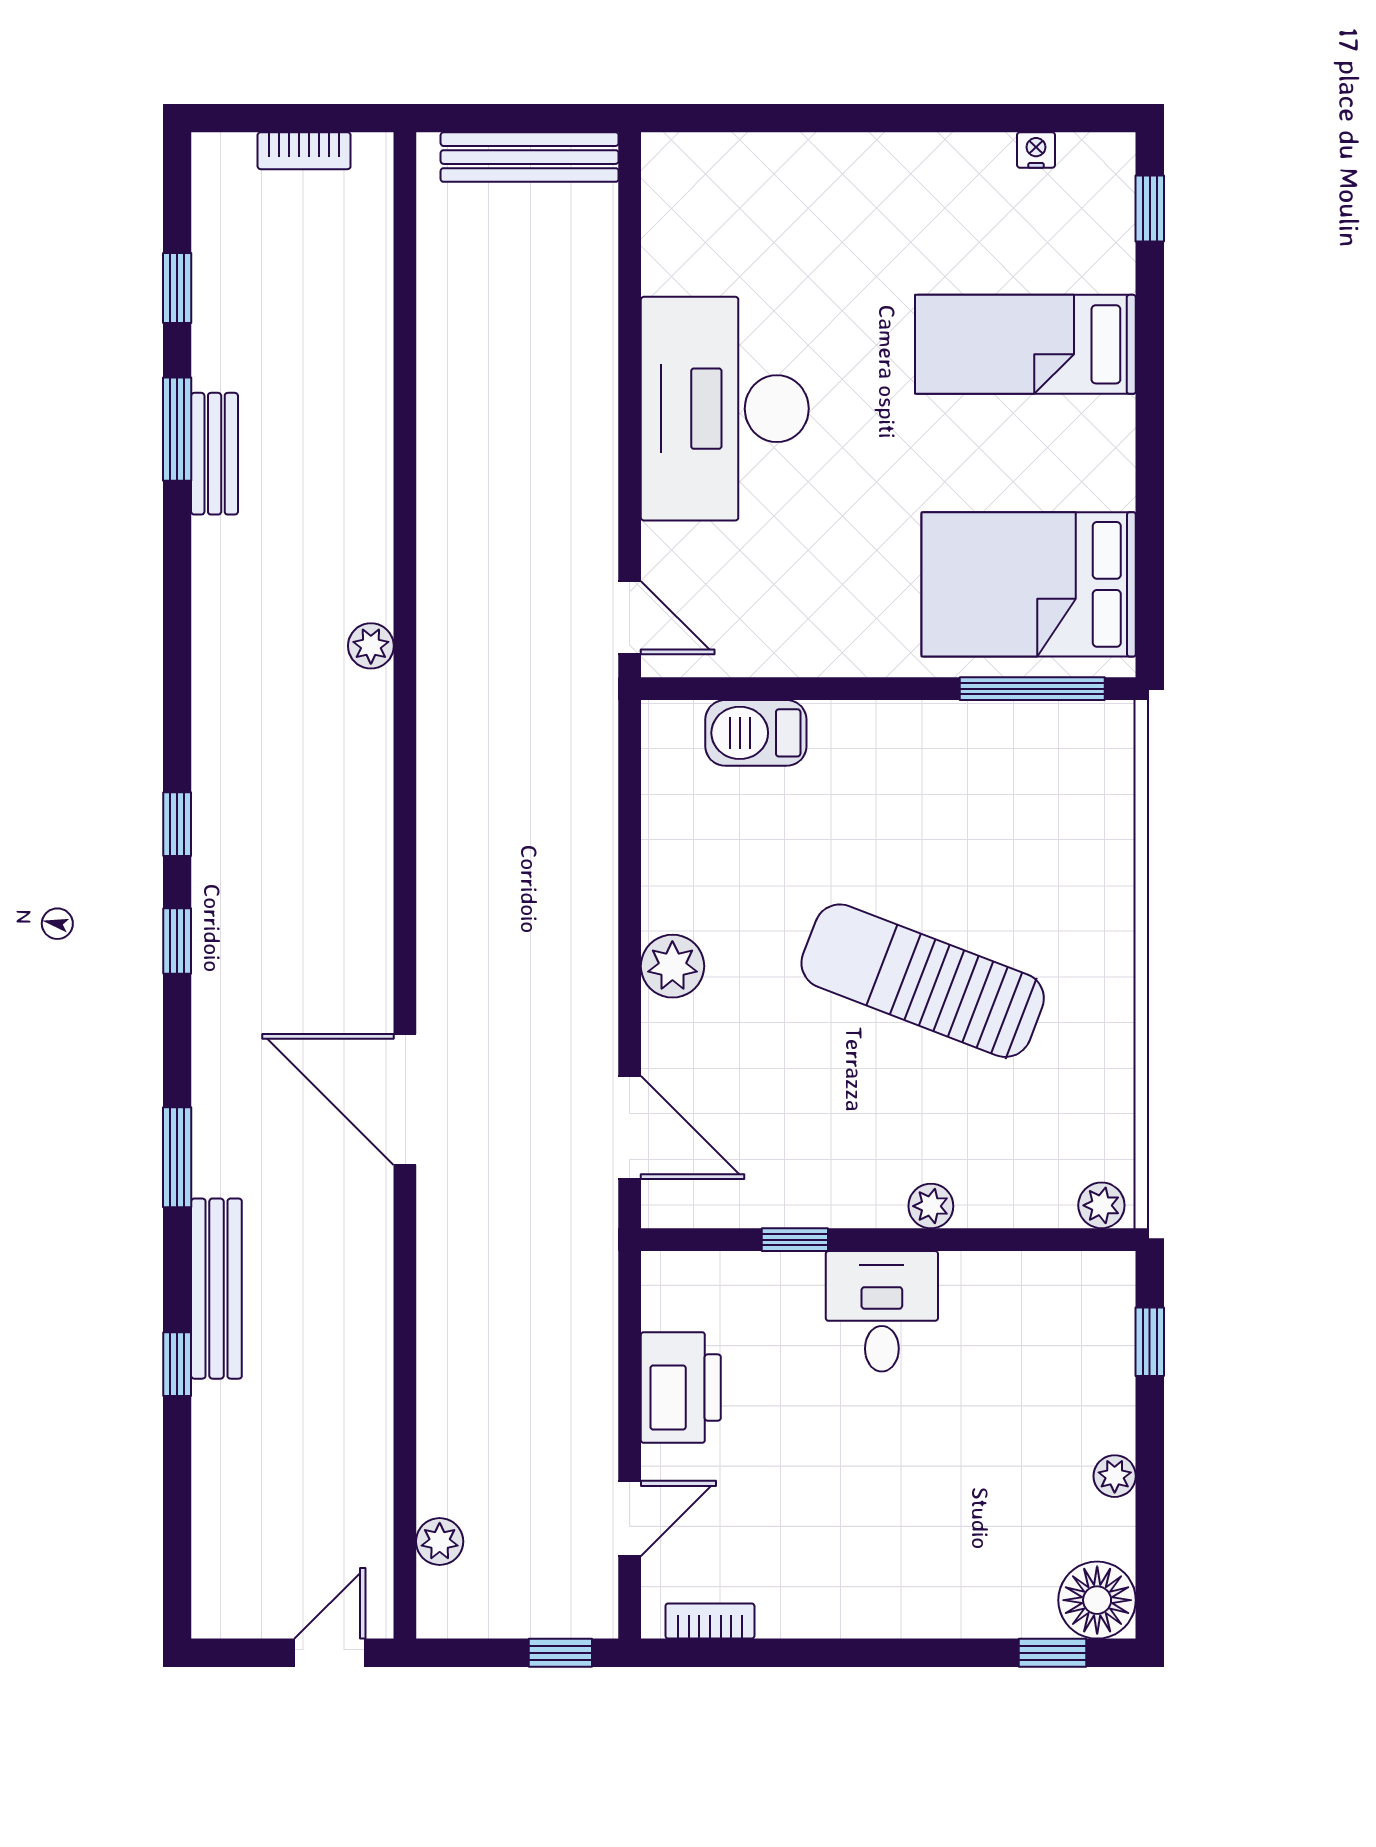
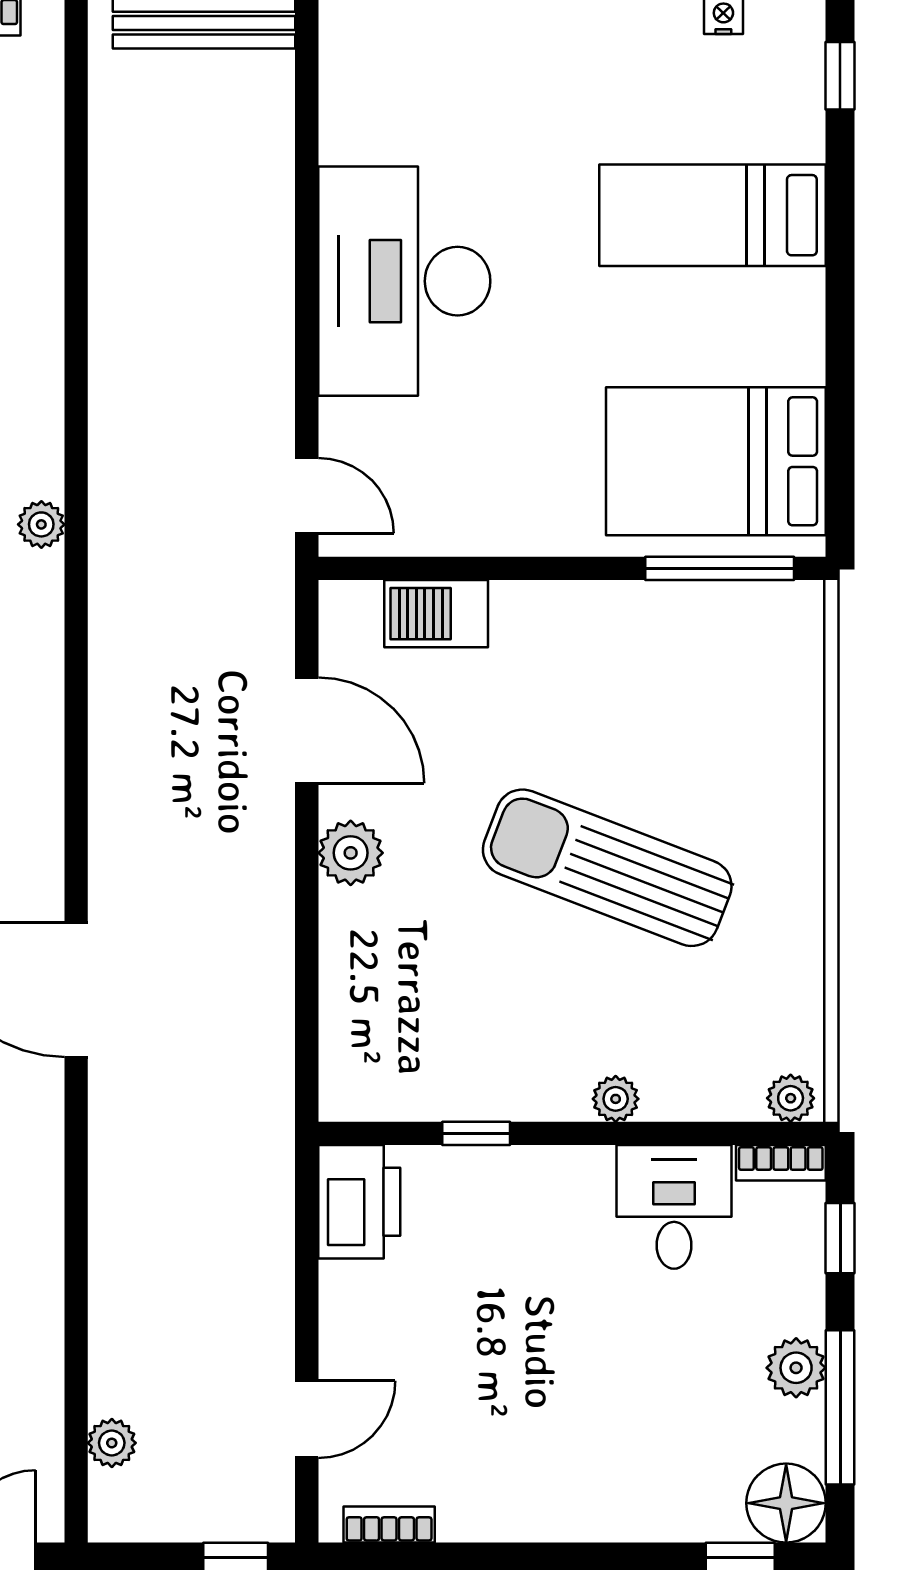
door: (630, 1128) -> (307, 730), moved
bookcase: (1092, 1268) -> (781, 1163), added
desk: (882, 1311) -> (674, 1207), moved
printer: (681, 1388) -> (359, 1202), moved
plant: (1115, 1476) -> (796, 1368), width x1.38, depth x1.38
window: (1150, 1507) -> (840, 1407), added

